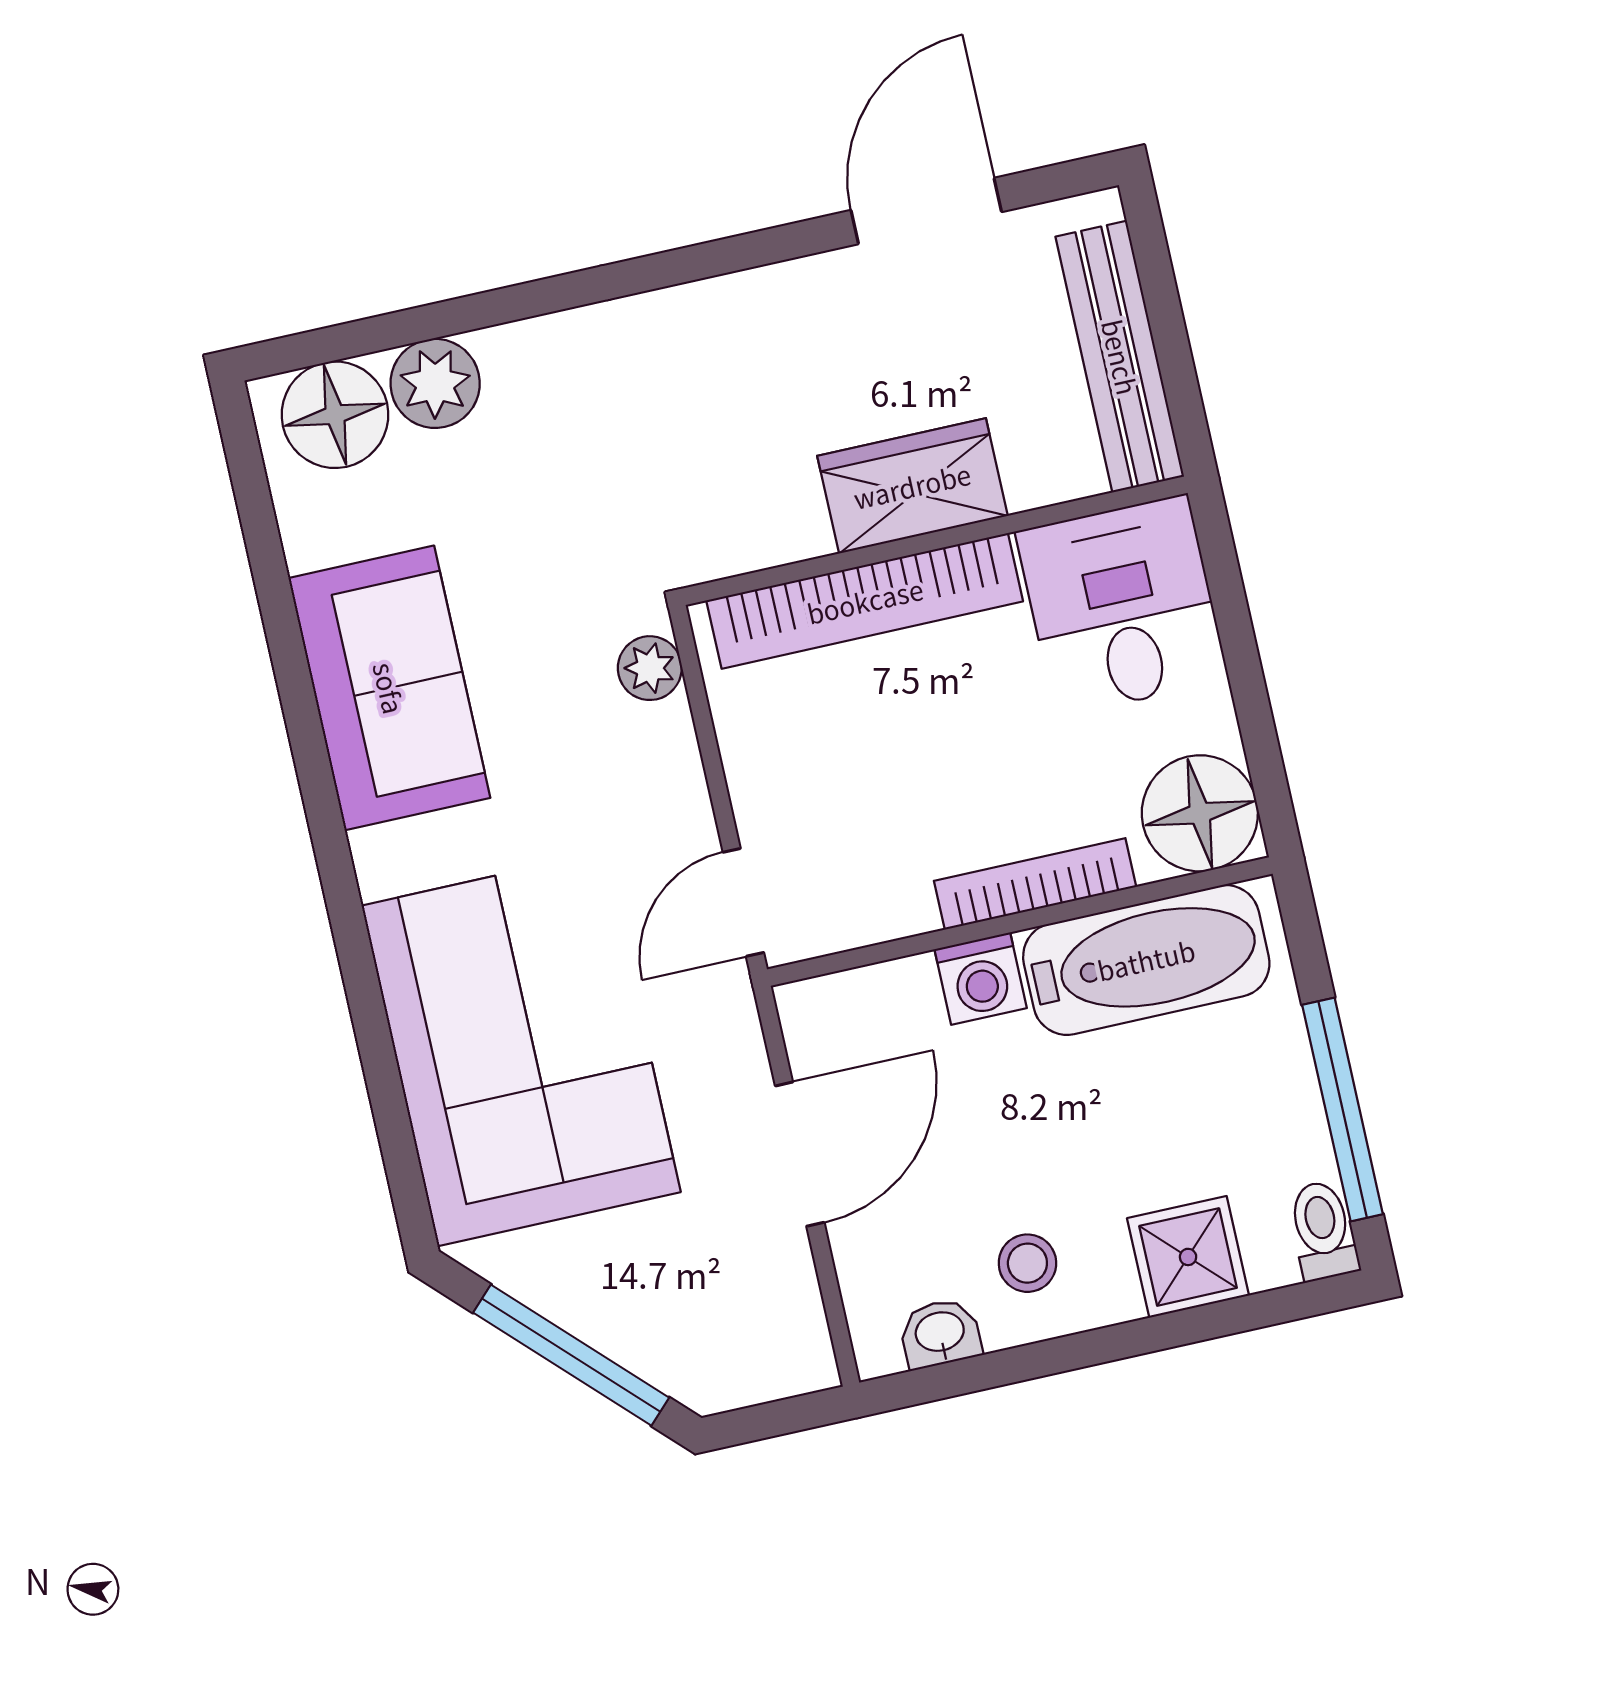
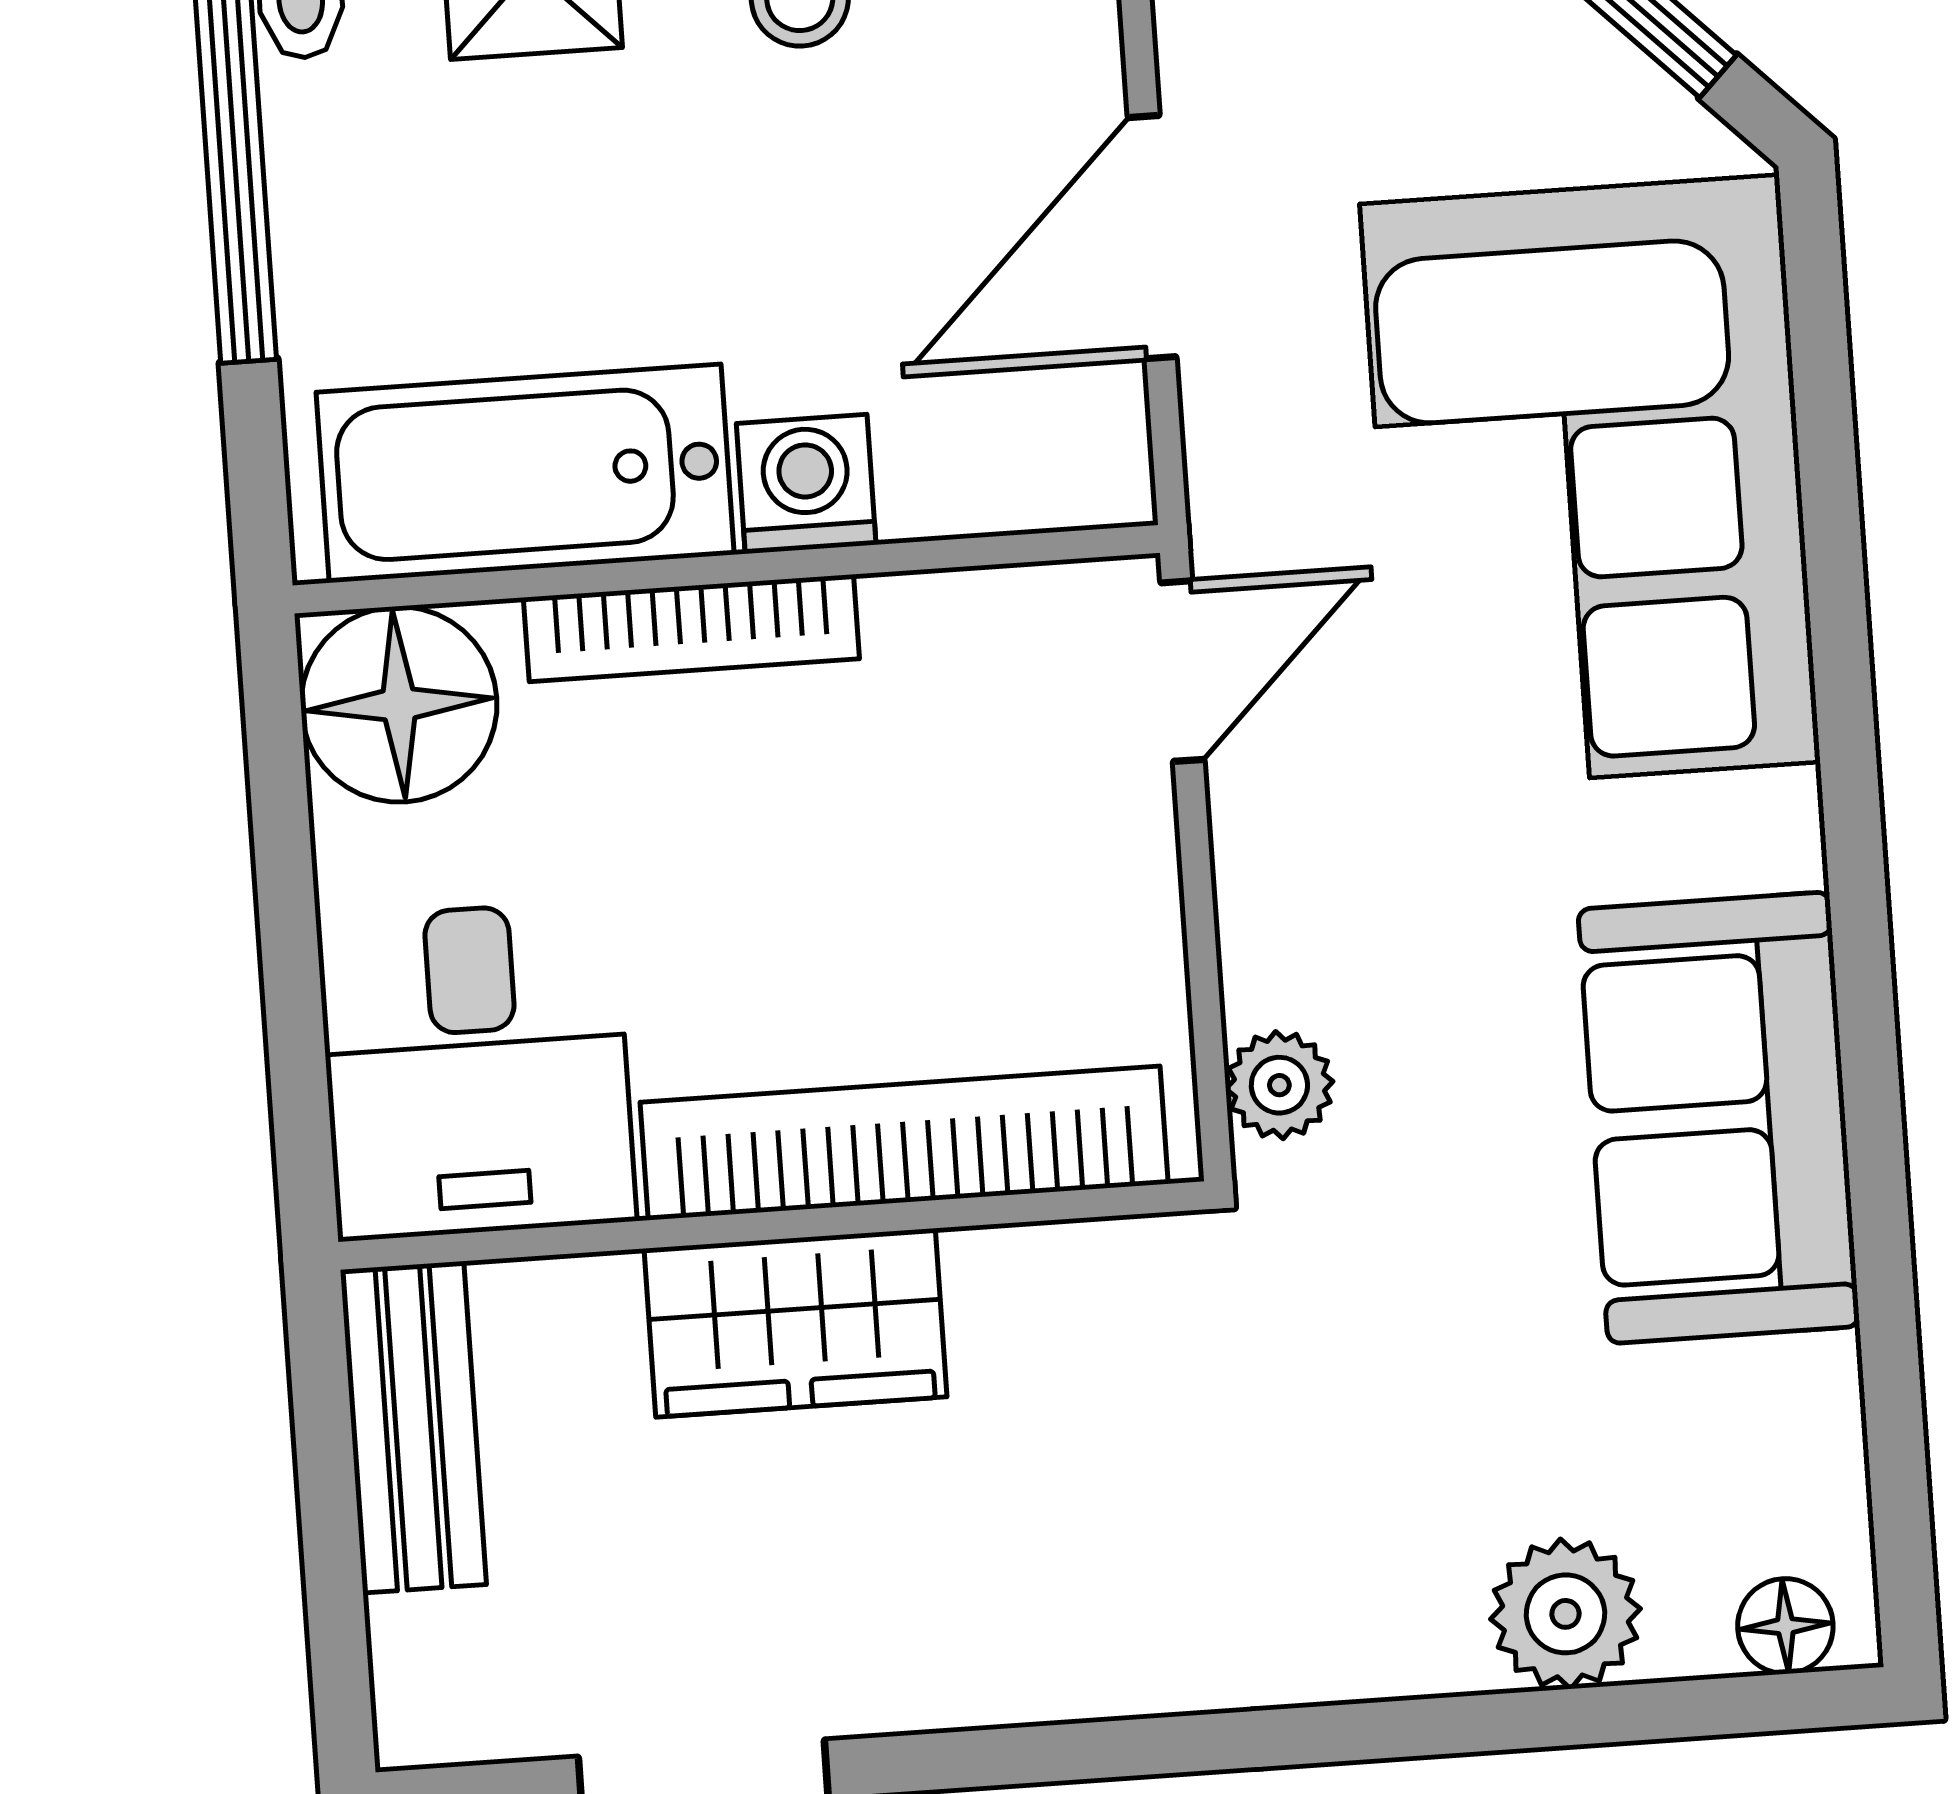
bench: (1120, 357) -> (413, 1427), width x0.73
floor lamp: (335, 415) -> (1785, 1626), width x0.53, depth x0.53

